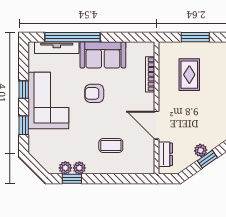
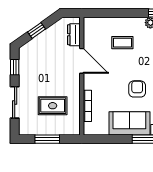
rug: (189, 75) -> (53, 106), turned 90
armchair: (94, 93) -> (137, 89), turned -90
plant: (201, 150) -> (42, 38), removed

